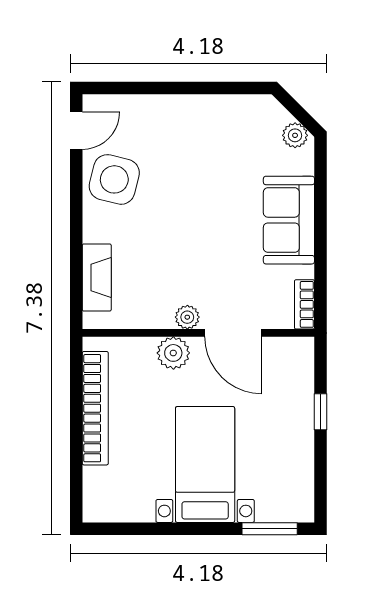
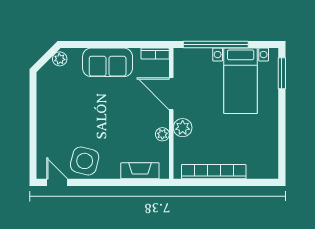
plant: (187, 317) -> (162, 134), moved
door: (233, 333) -> (171, 94), swing flipped
window: (320, 412) -> (216, 45), width x3.17
bed with nightstands: (205, 465) -> (241, 81), moved, turned -90

